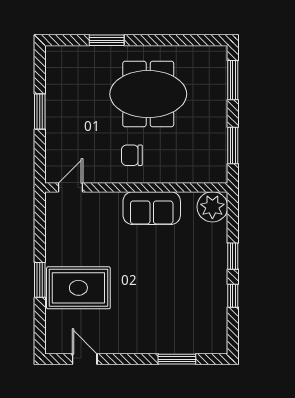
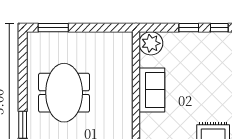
window: (233, 146) -> (104, 28), removed
chair: (132, 155) -> (111, 105), removed

